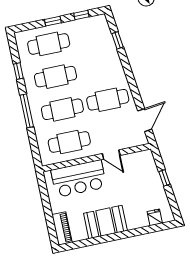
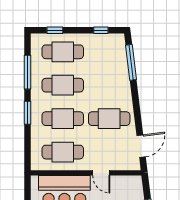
window: (53, 21) -> (55, 30), moved
window: (117, 40) -> (131, 62), width x2.17
window: (18, 71) -> (28, 72), width x2.17
window: (27, 111) -> (28, 113), width x0.69

